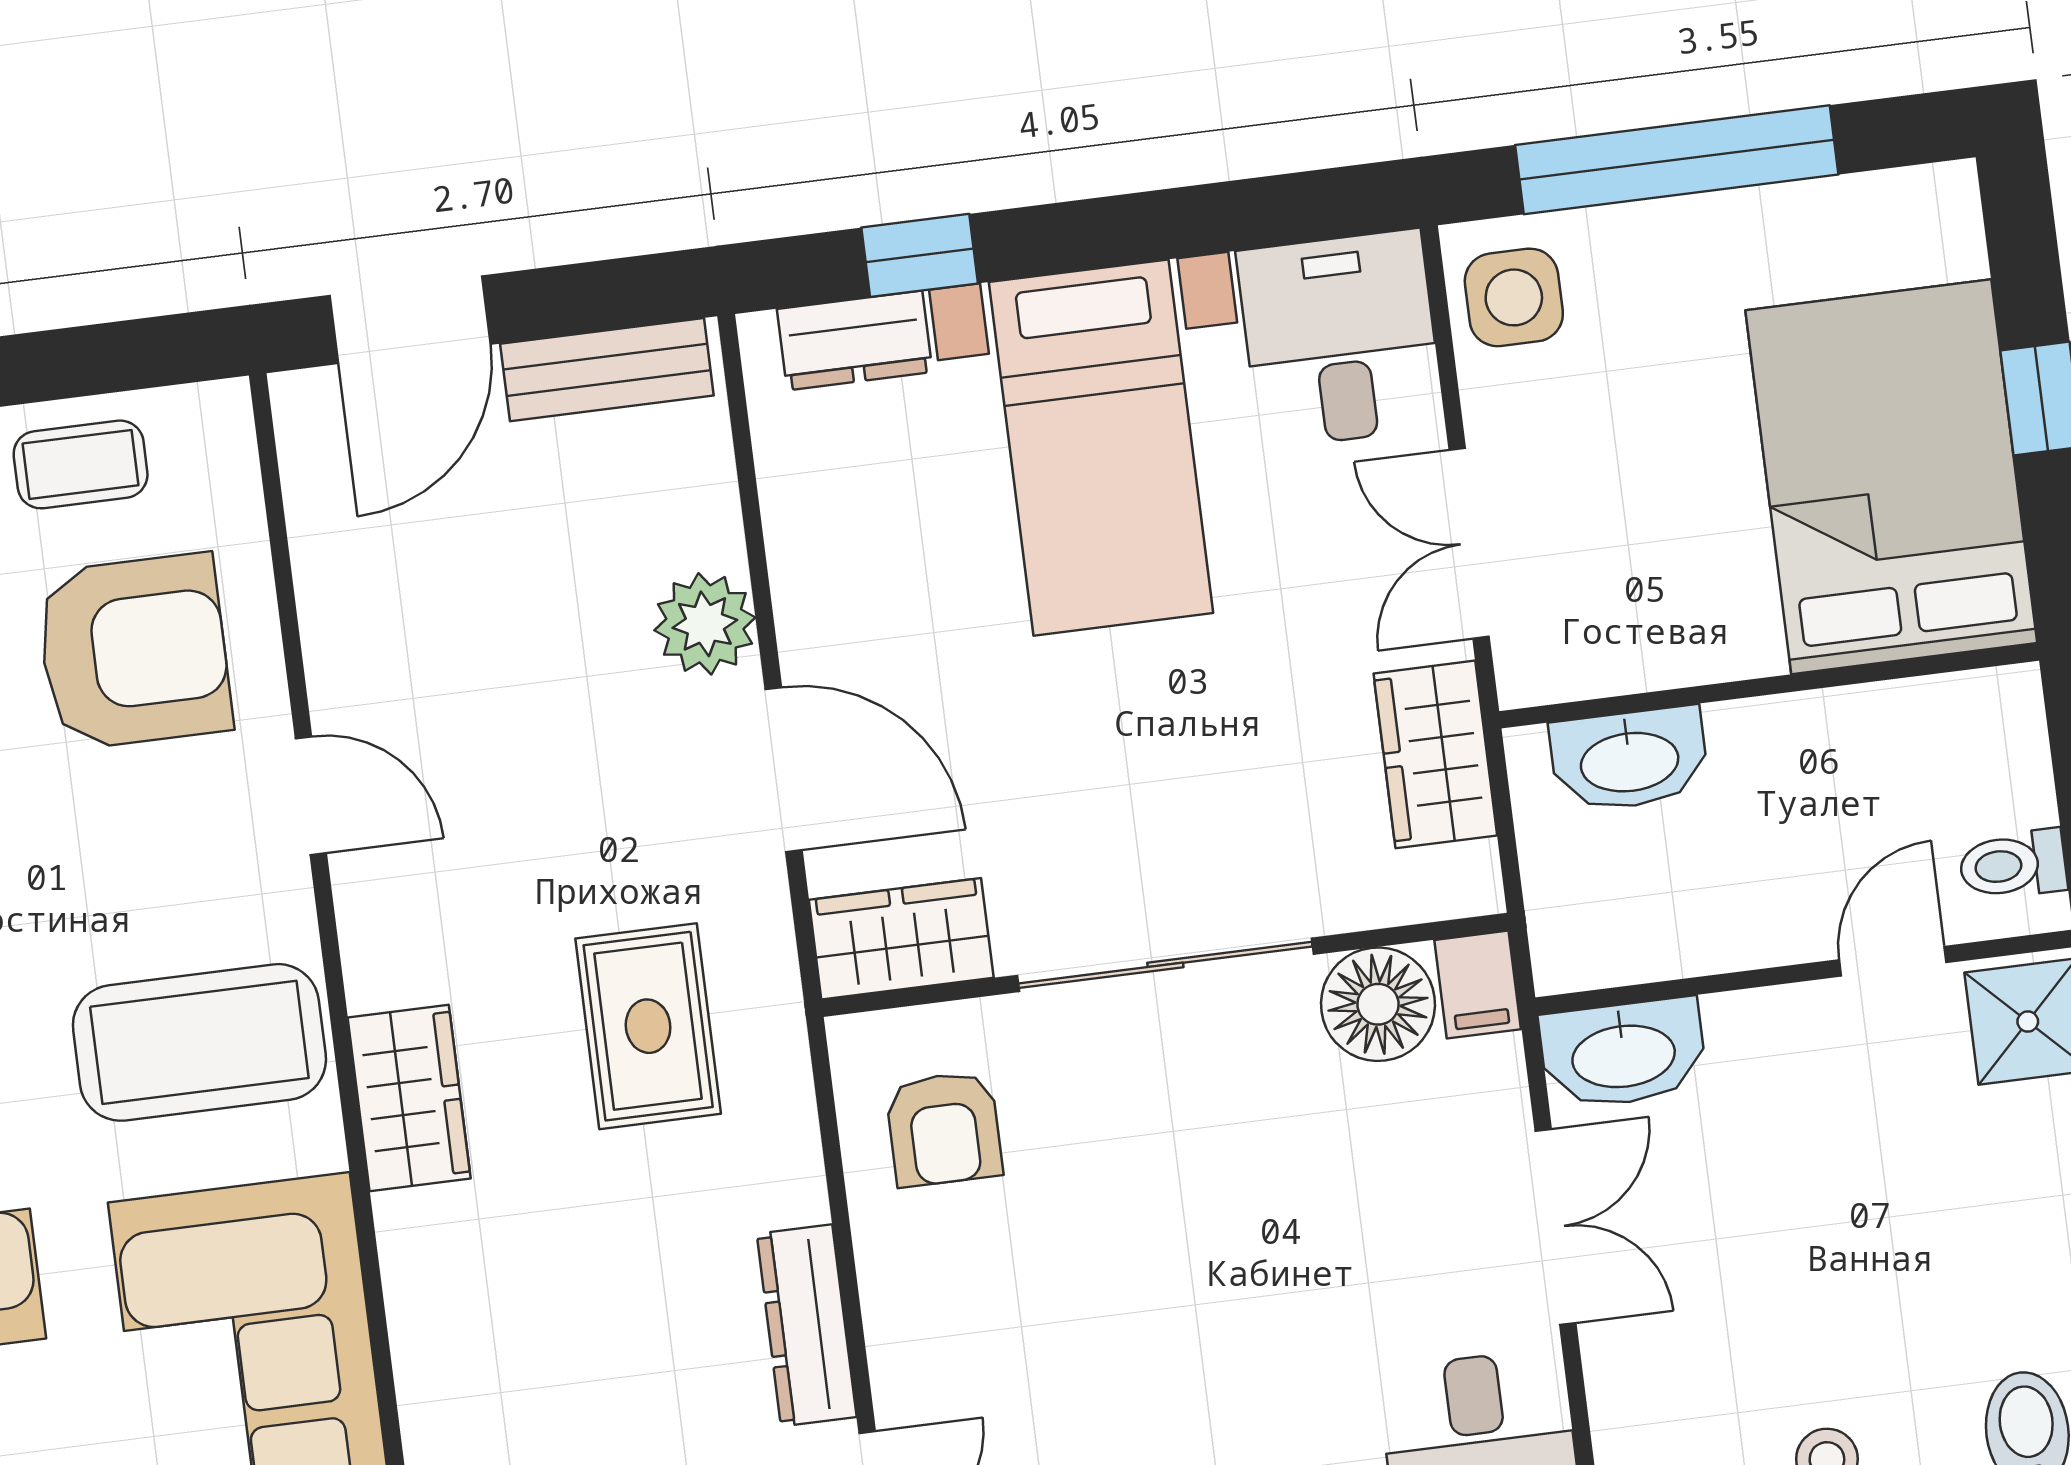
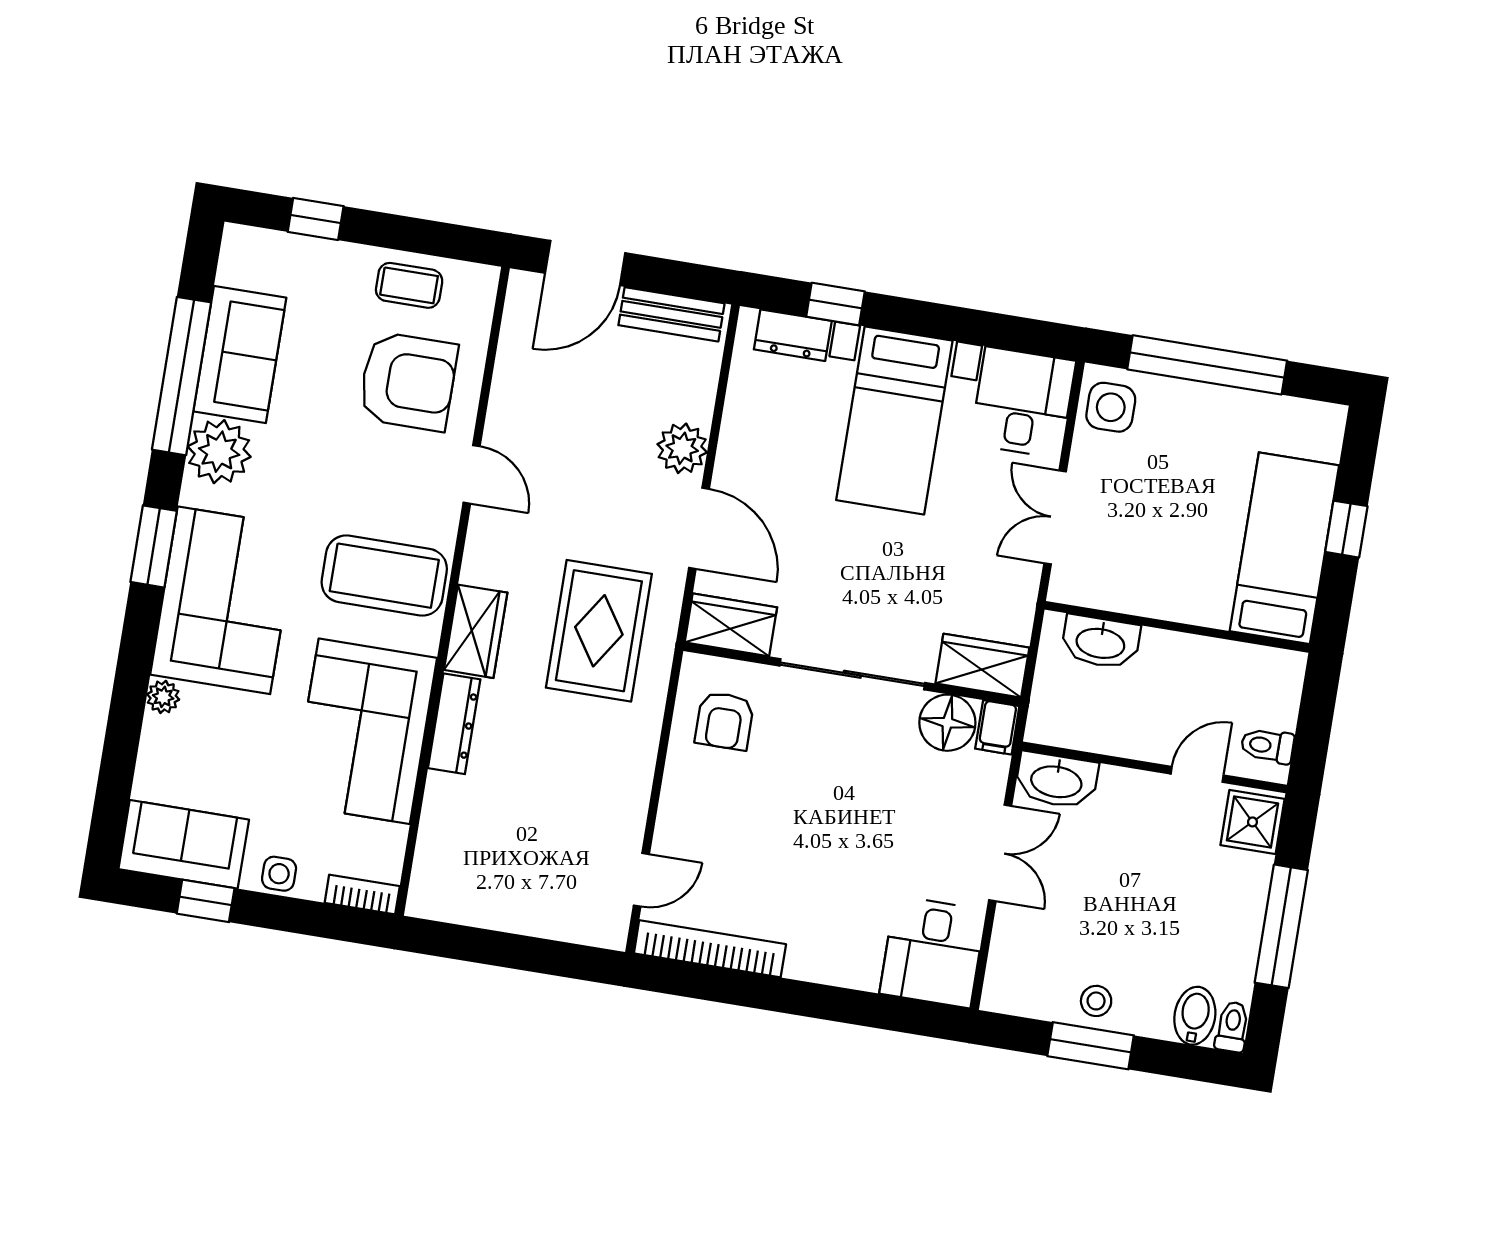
bed: (1891, 477) -> (1284, 548), width x0.67
wardrobe: (1435, 754) -> (982, 666), moved, turned 90
rug: (648, 1026) -> (599, 631), width x1.36, depth x1.43
dresser: (807, 1325) -> (454, 724), moved, turned 180

